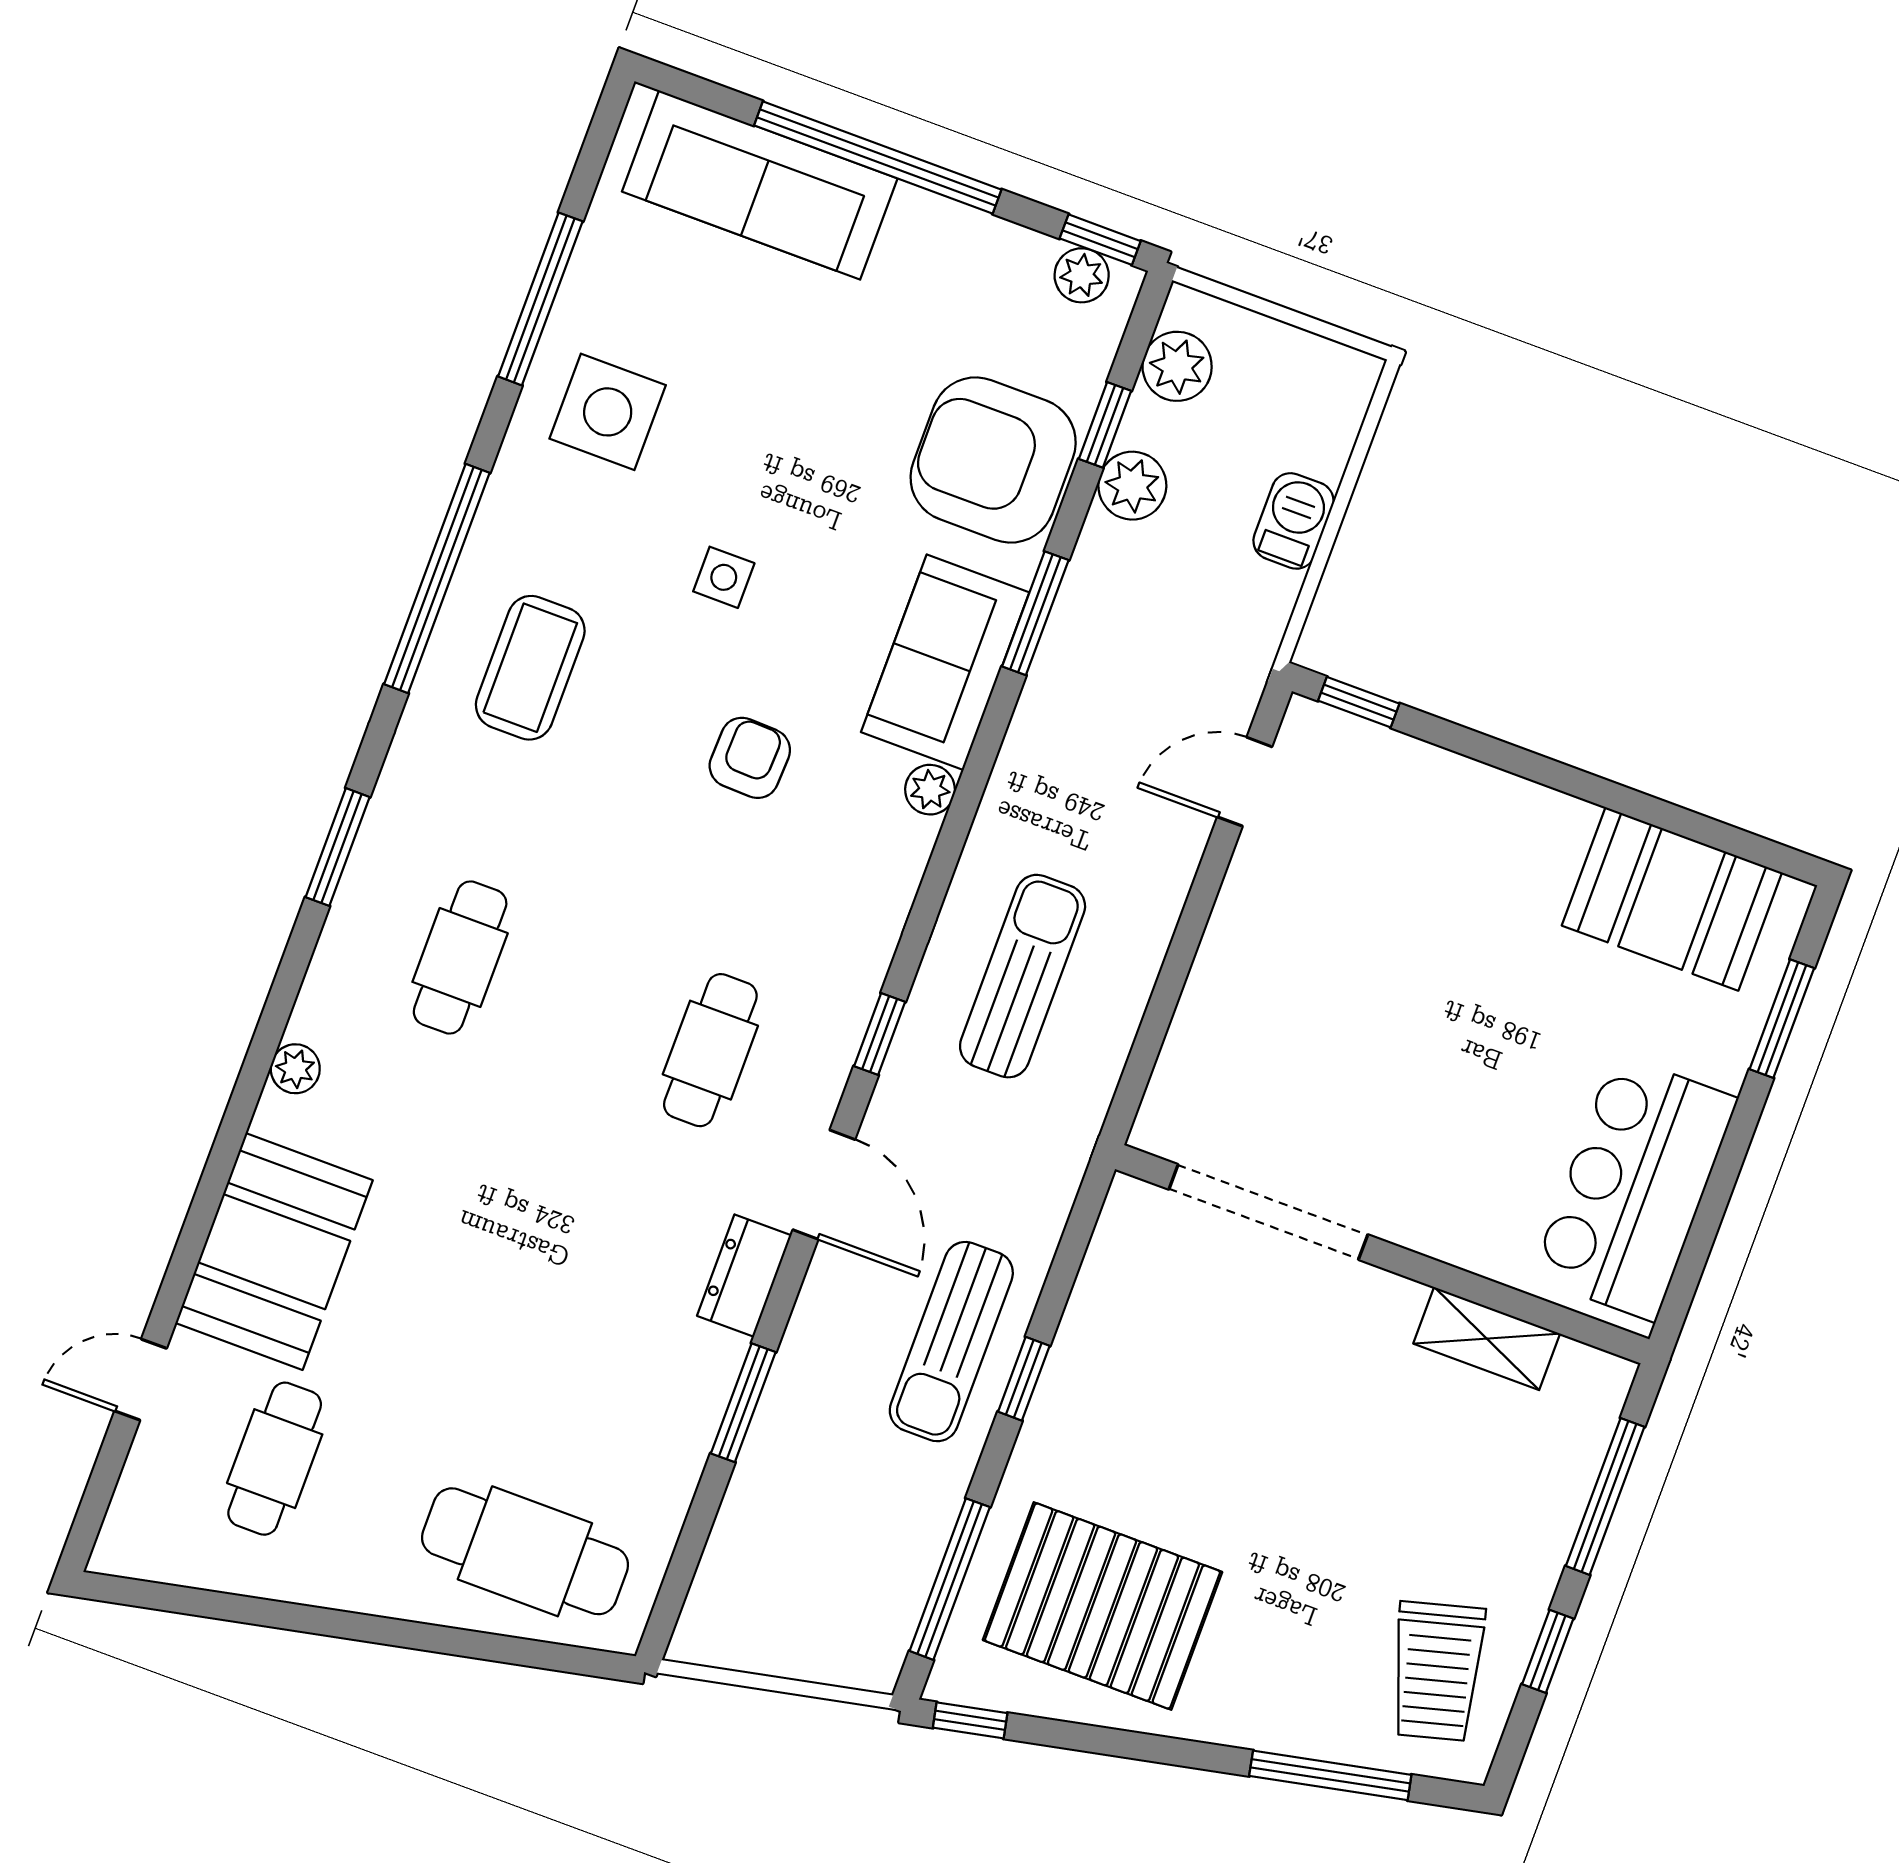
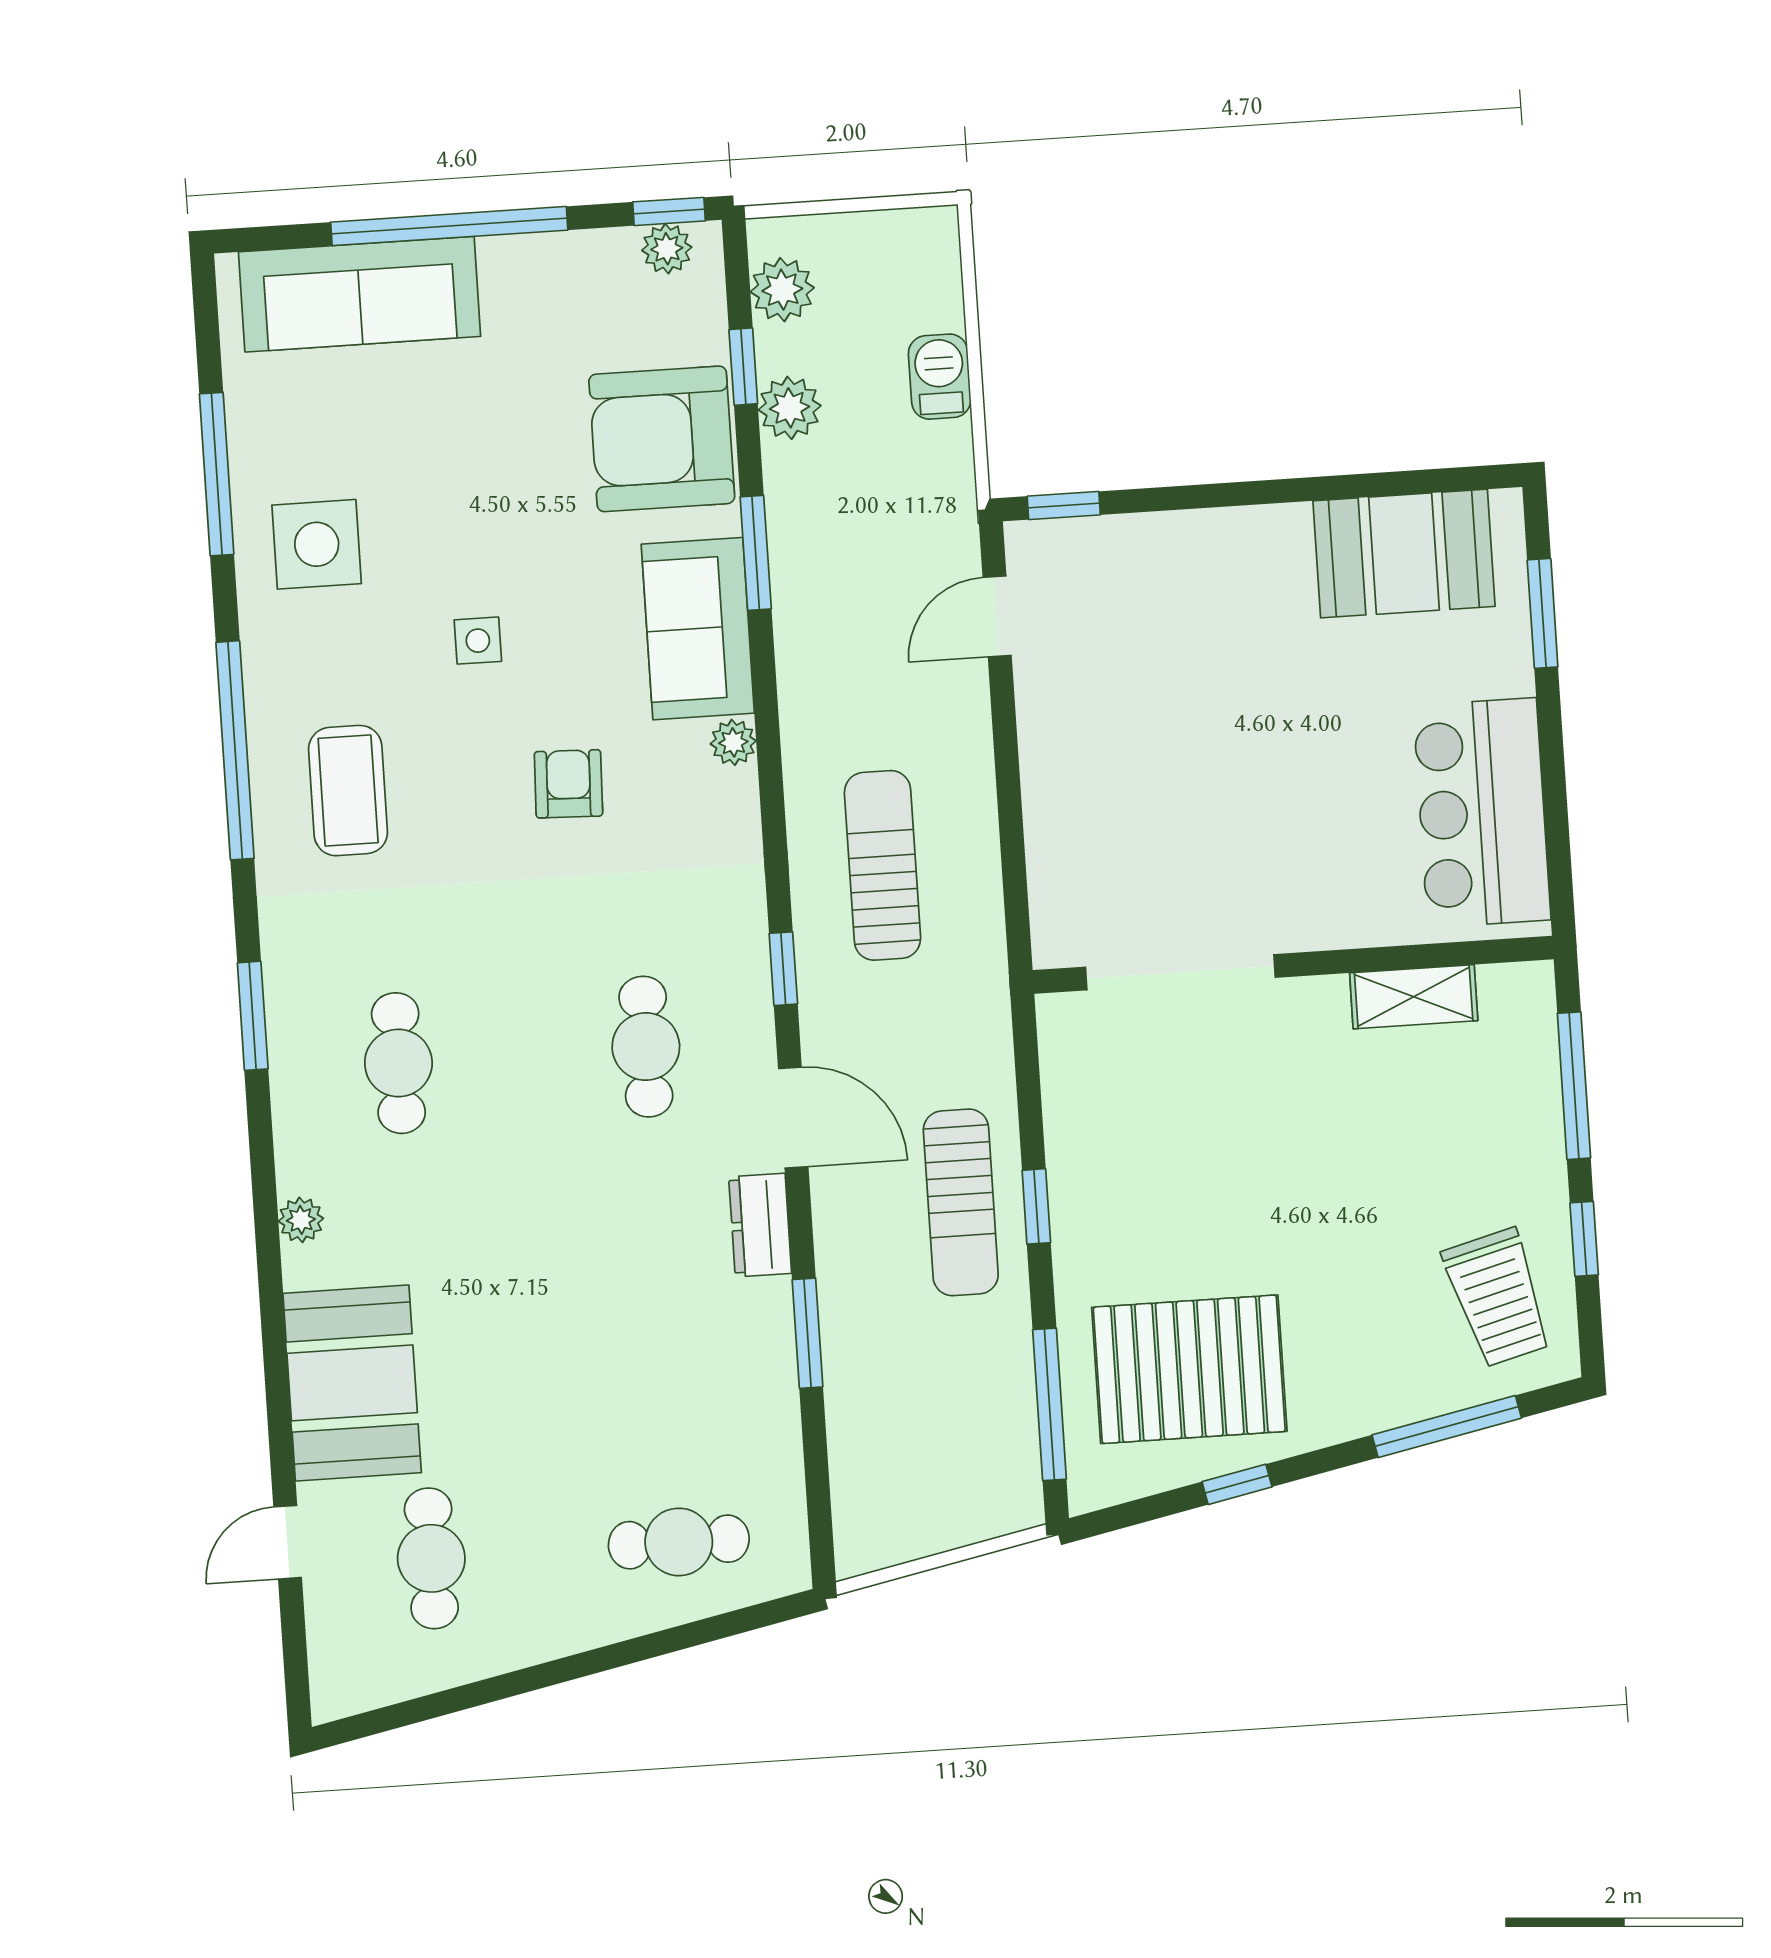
cafe table: (525, 1551) -> (679, 1542), width x0.73, depth x0.74
window: (970, 1720) -> (1237, 1484), moved

